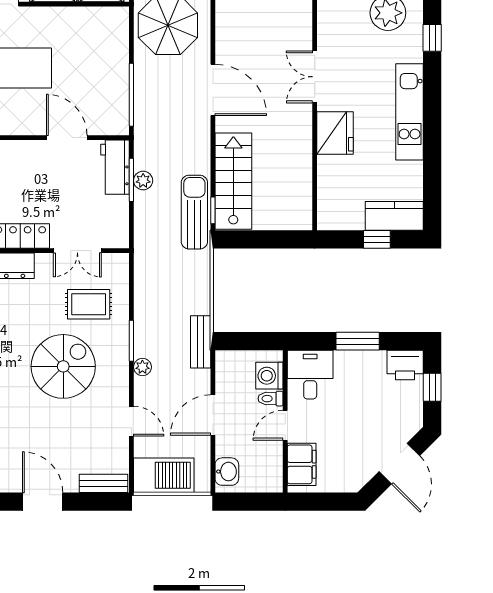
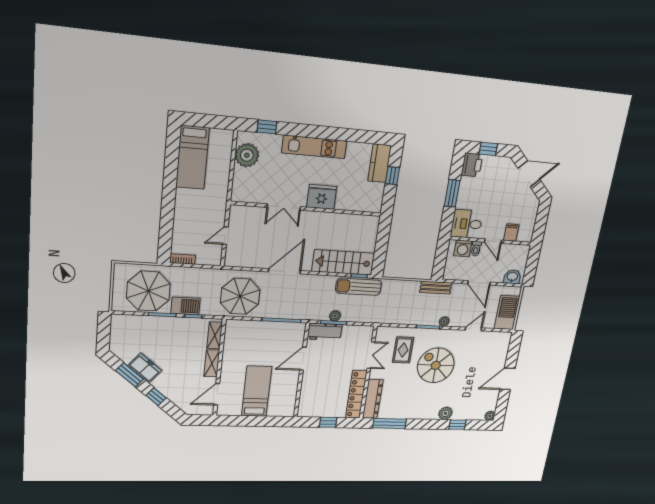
filing cabinet: (302, 464) -> (511, 233), width x0.50
bench: (103, 483) -> (504, 346), removed

